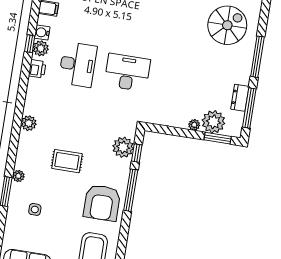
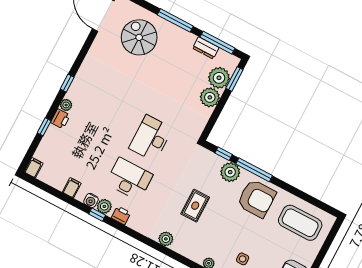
plant: (194, 125) -> (210, 97), width x1.88, depth x1.88
plant: (123, 147) -> (230, 172), moved
rug: (67, 161) -> (195, 206), moved

